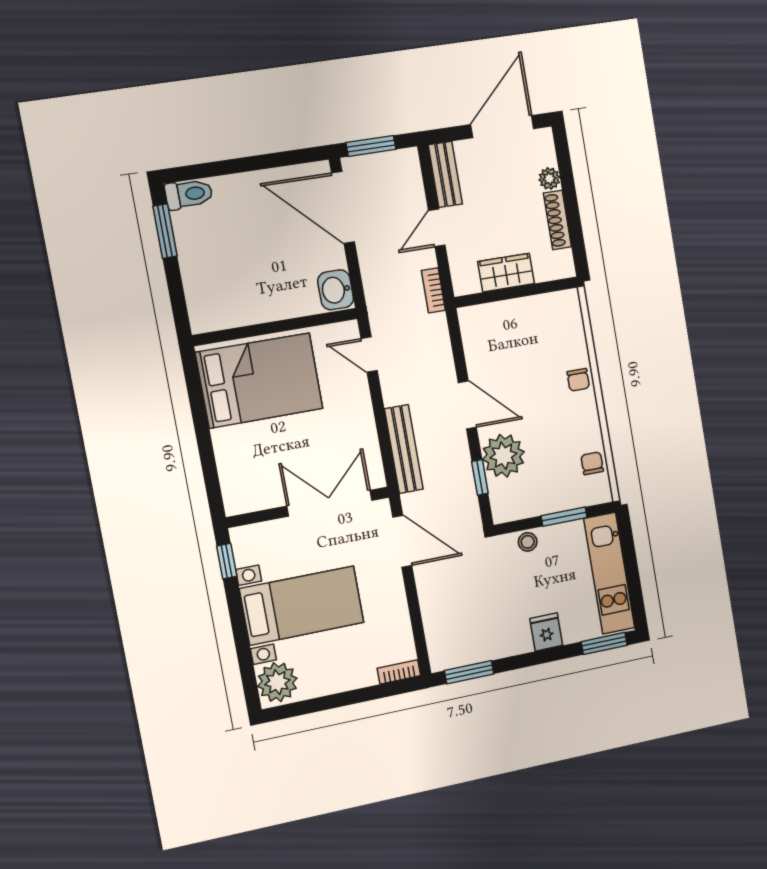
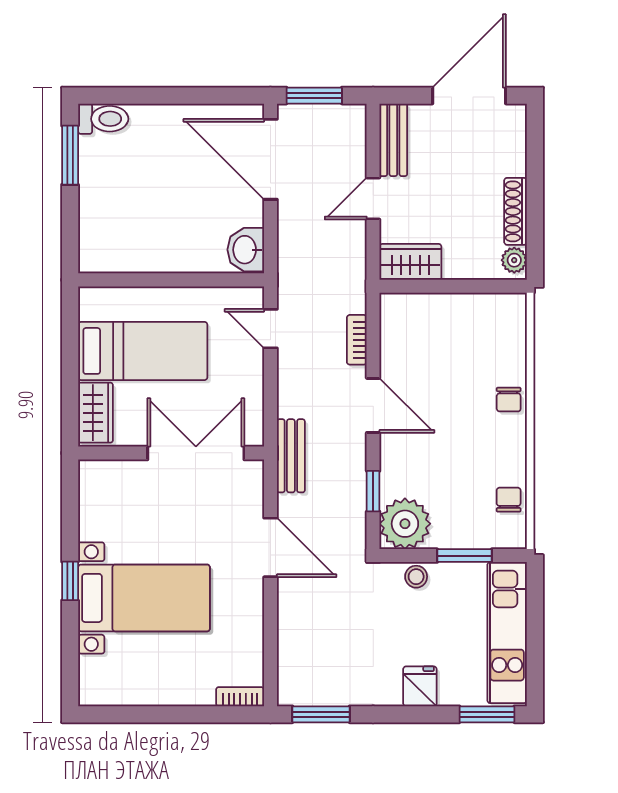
plant: (549, 179) -> (514, 260), moved
wardrobe: (506, 273) -> (410, 262), moved
bookcase: (433, 290) -> (357, 340), moved
bed: (259, 381) -> (143, 351), width x0.67
bench: (404, 449) -> (291, 456), width x0.73
wardrobe: (230, 454) -> (96, 413), added
plant: (503, 456) -> (405, 524), moved
double door: (330, 503) -> (196, 453), moved
wall: (308, 507) -> (171, 453), moved
window: (227, 561) -> (70, 581), moved
plant: (277, 682) -> (101, 679), removed

